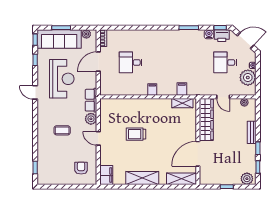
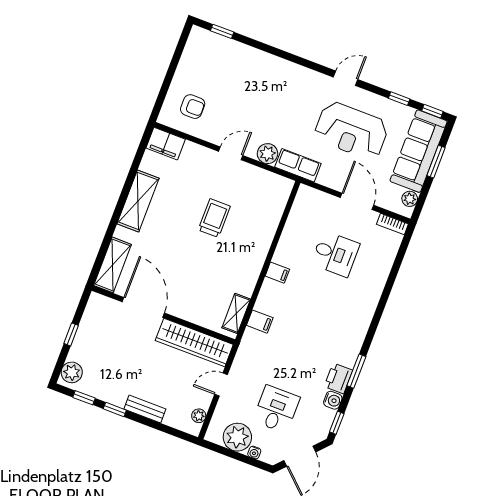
printer: (222, 36) -> (338, 378), moved
desk: (131, 62) -> (335, 254), turned 90
coffee table: (62, 130) -> (267, 99), removed

